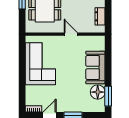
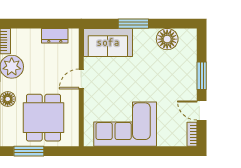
sofa: (95, 68) -> (108, 42), moved
window: (108, 96) -> (133, 24), moved

